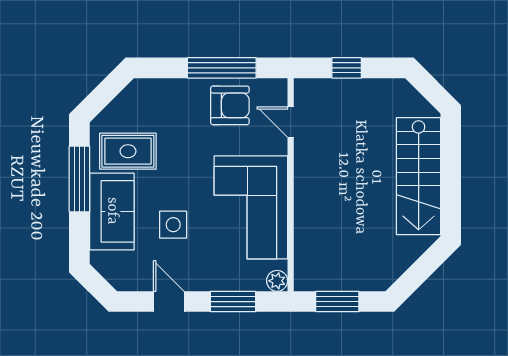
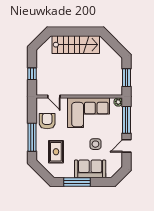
window: (222, 68) -> (32, 137), moved
door: (291, 122) -> (54, 97), hinge flipped
rug: (128, 151) -> (56, 152), moved
window: (233, 302) -> (127, 120), width x1.44

